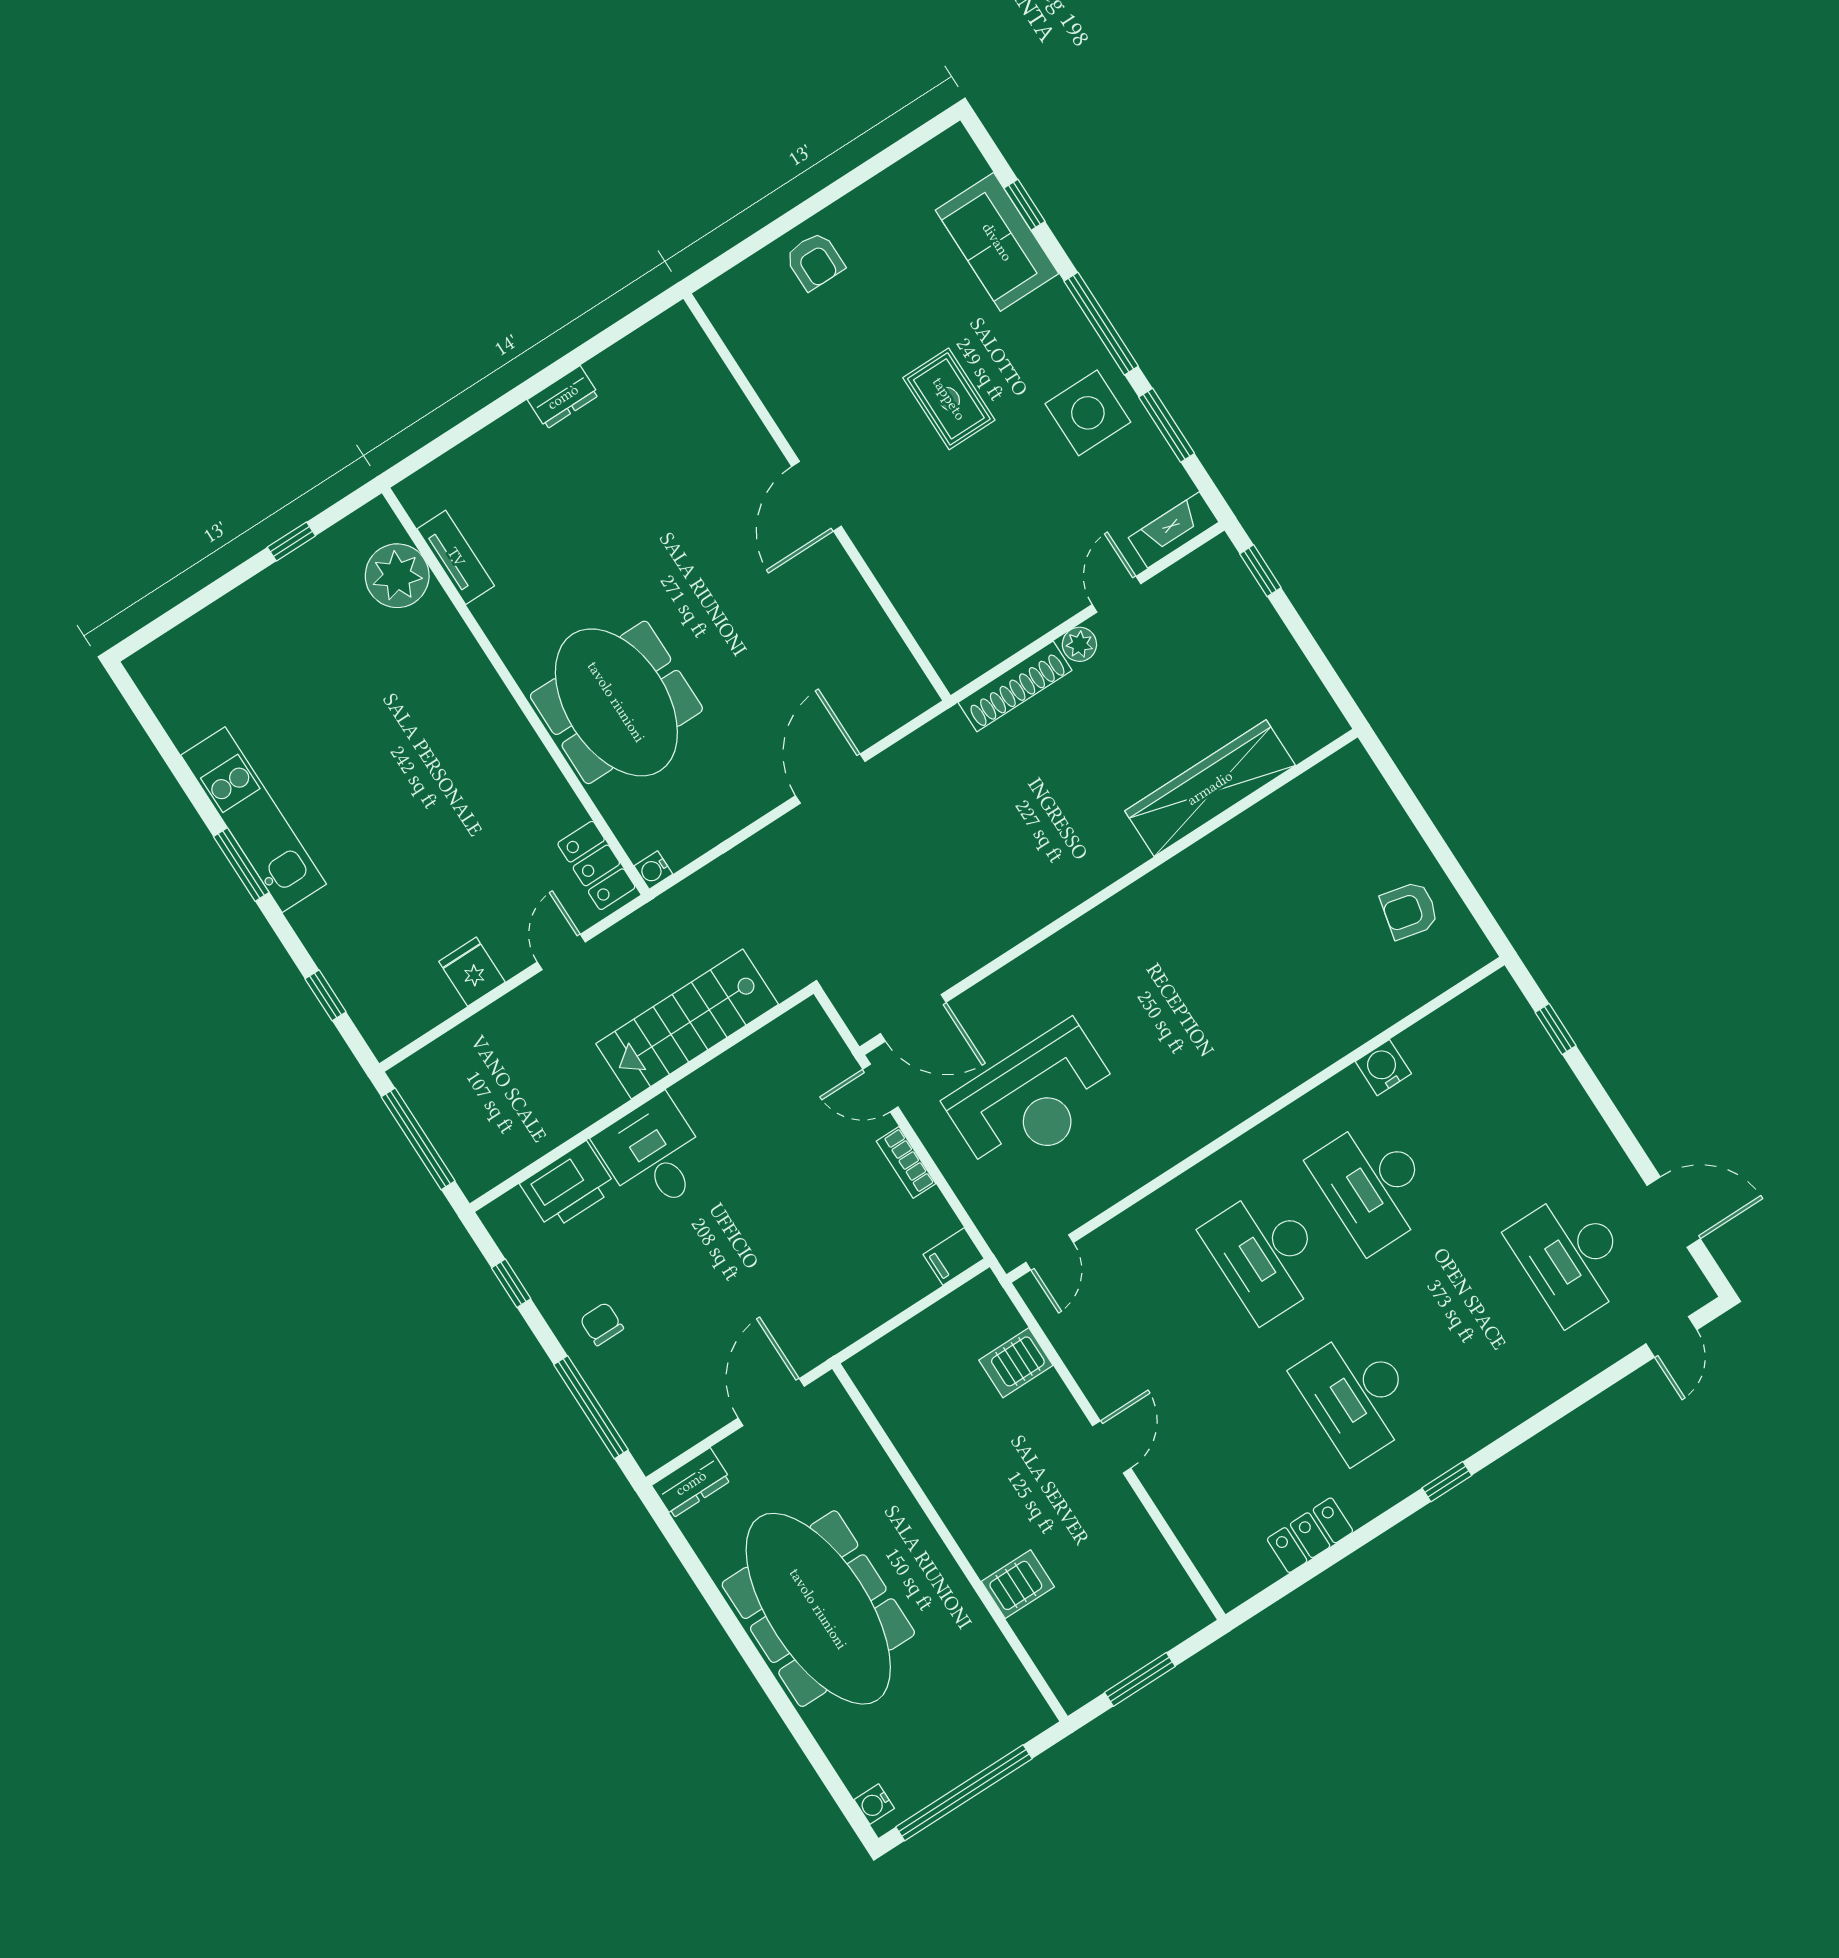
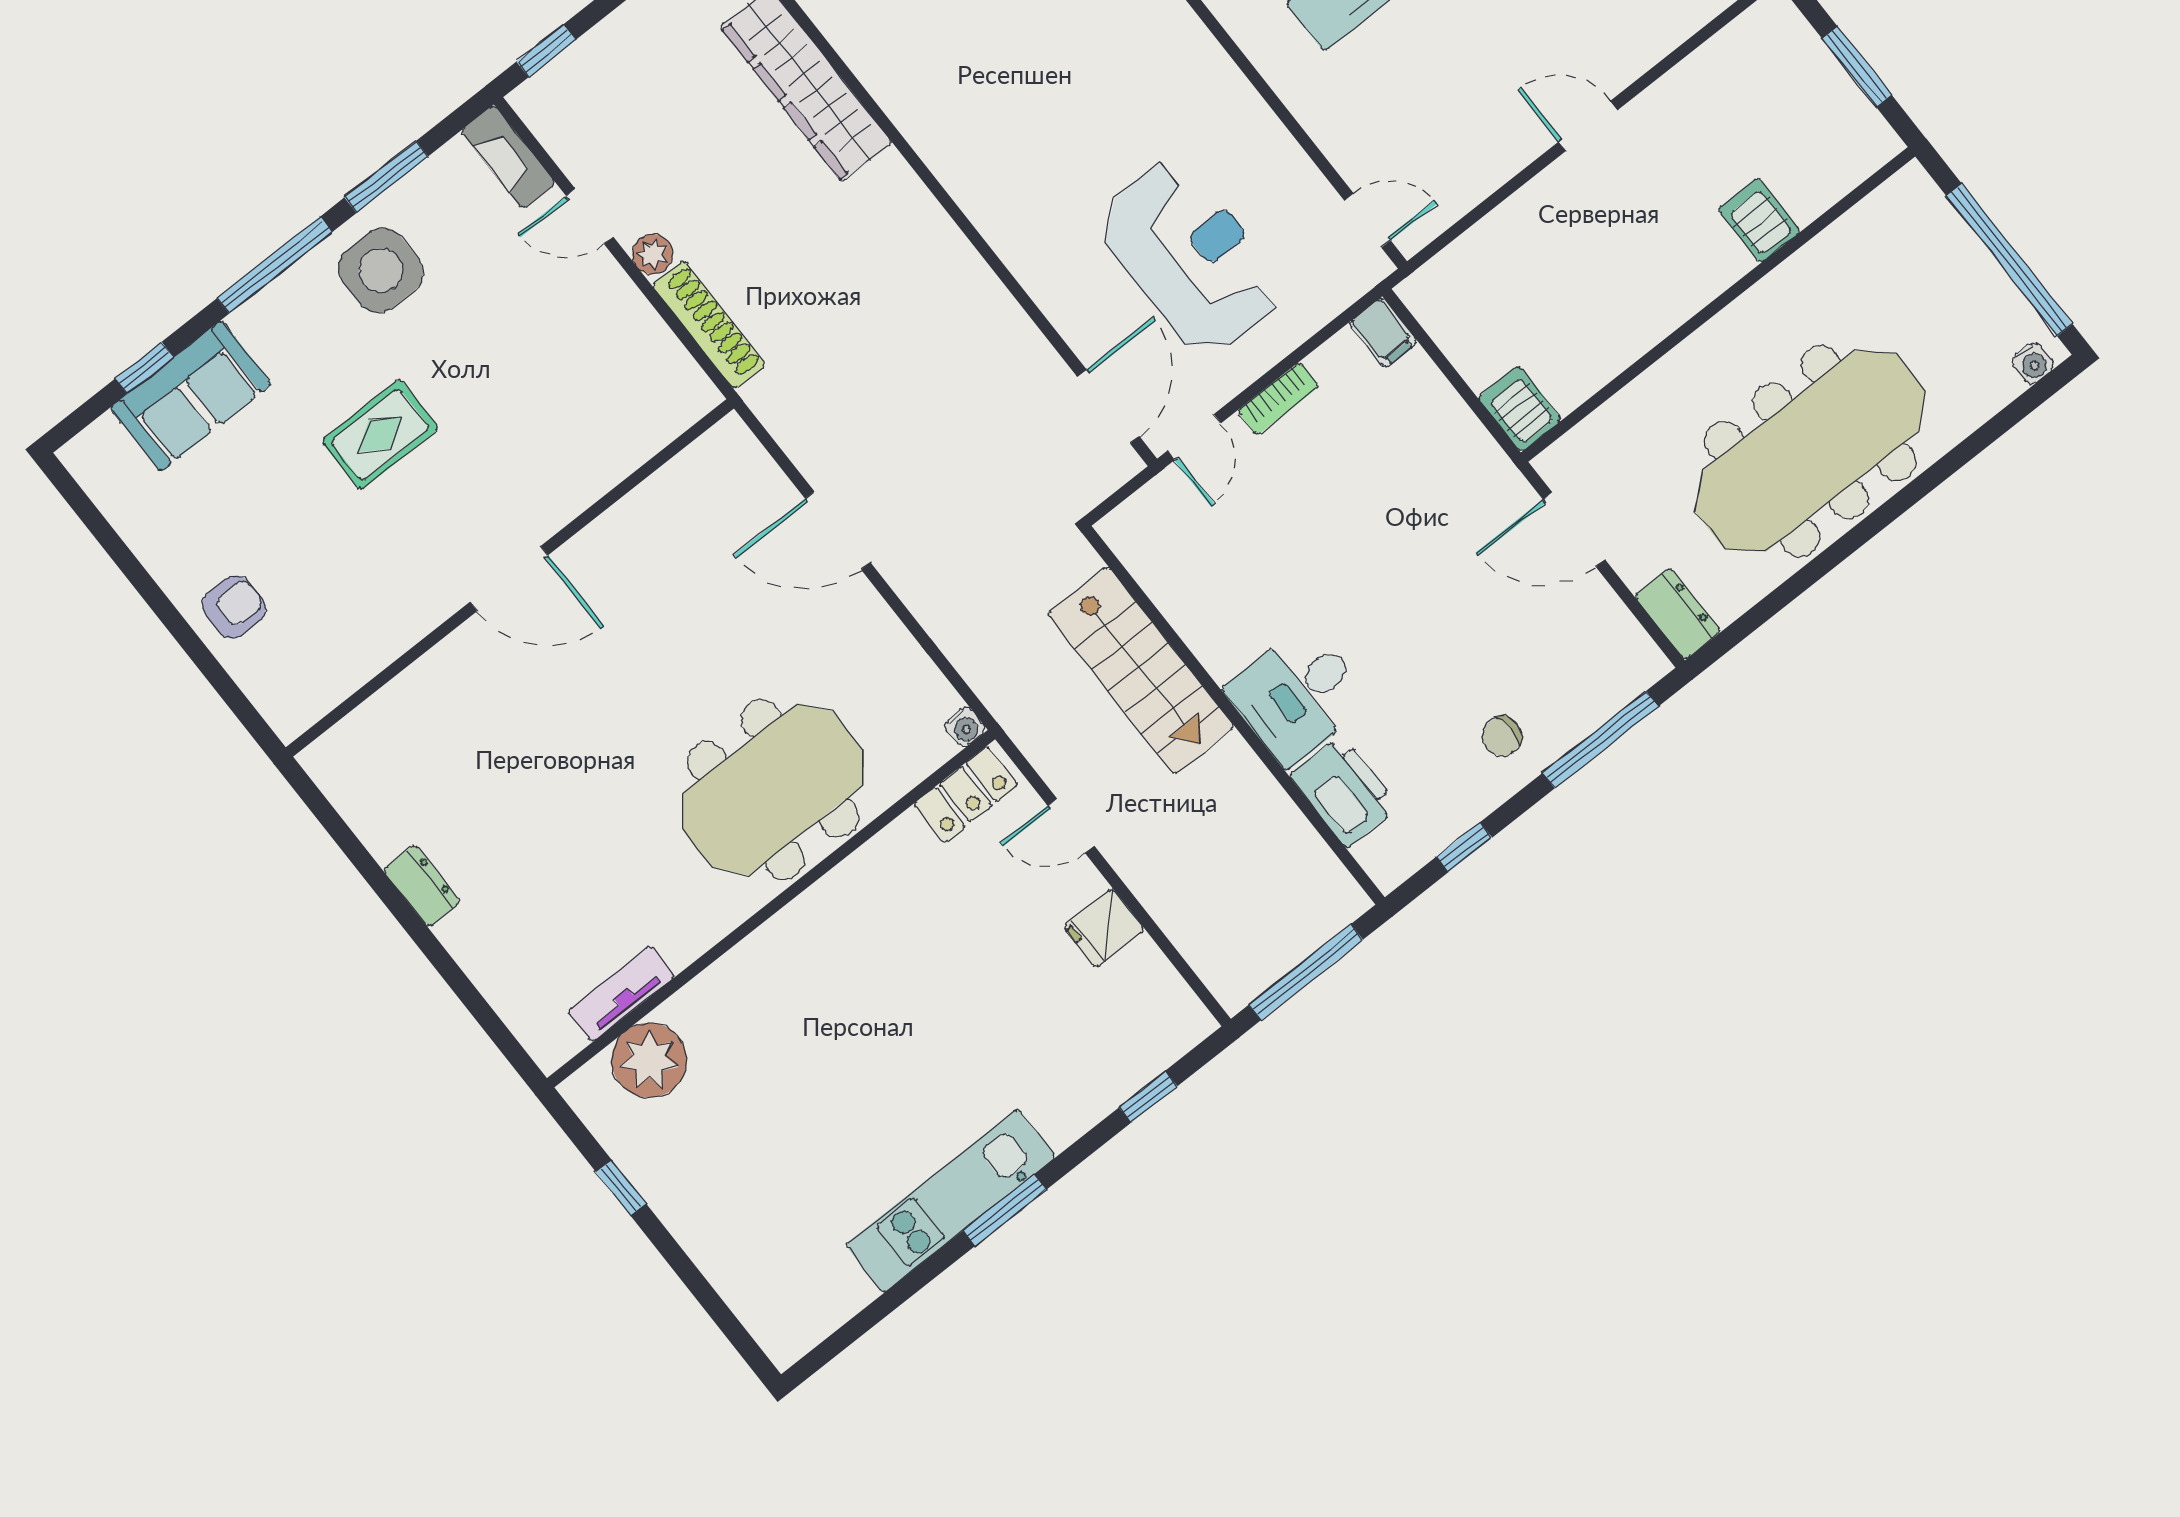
server rack: (1016, 1363) -> (1520, 409), moved, turned 180

